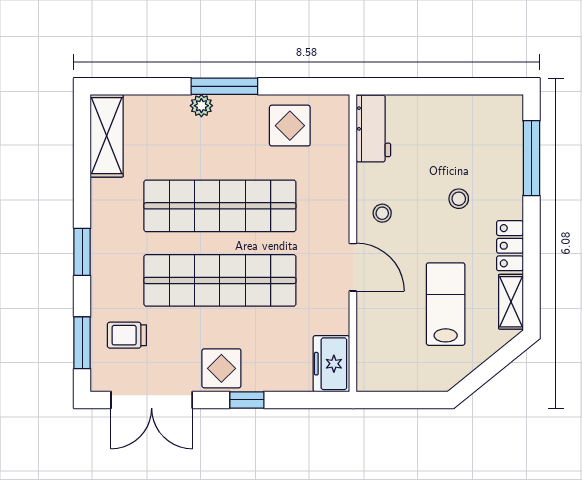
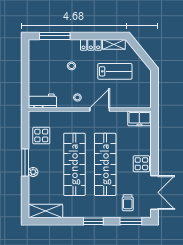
lab bench: (446, 304) -> (115, 71), turned 180
window: (247, 400) -> (154, 153), removed

